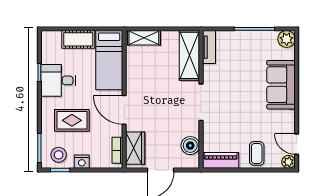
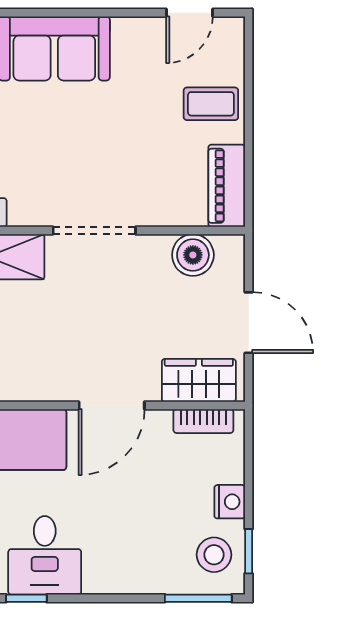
rug: (72, 120) -> (135, 524), removed
plant: (288, 162) -> (230, 31), removed

